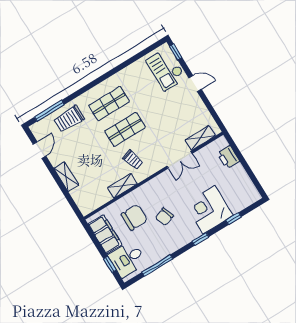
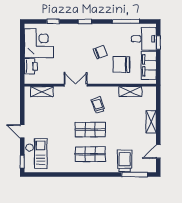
trolley: (69, 119) -> (125, 161), turned -90
double door: (179, 160) -> (76, 85), moved
shelving: (122, 186) -> (130, 92), moved
corner desk: (209, 210) -> (39, 43), moved, turned -90

